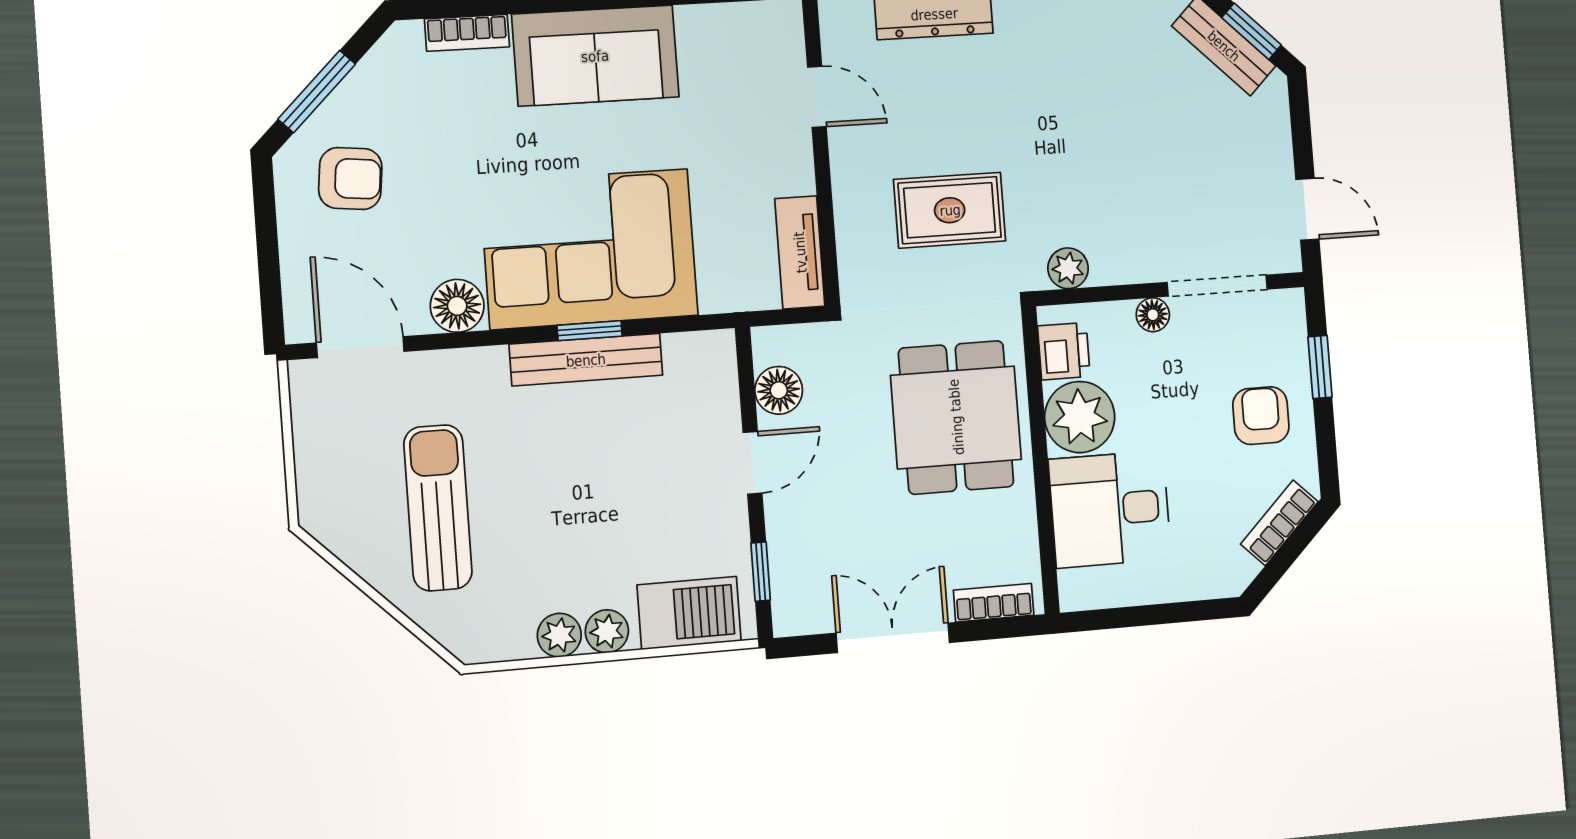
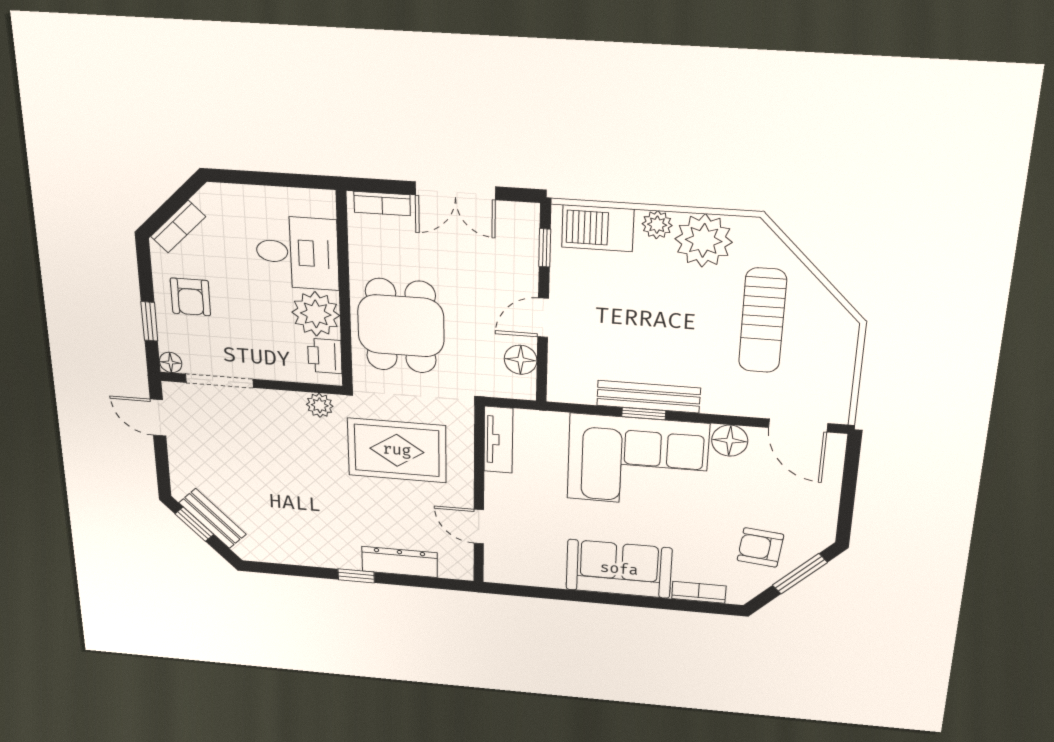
armchair: (350, 179) -> (760, 547), moved
rug: (950, 210) -> (397, 450), width x1.36, depth x1.43
floor lamp: (1153, 315) -> (171, 362), moved
plant: (559, 635) -> (704, 240), width x1.87, depth x1.87

